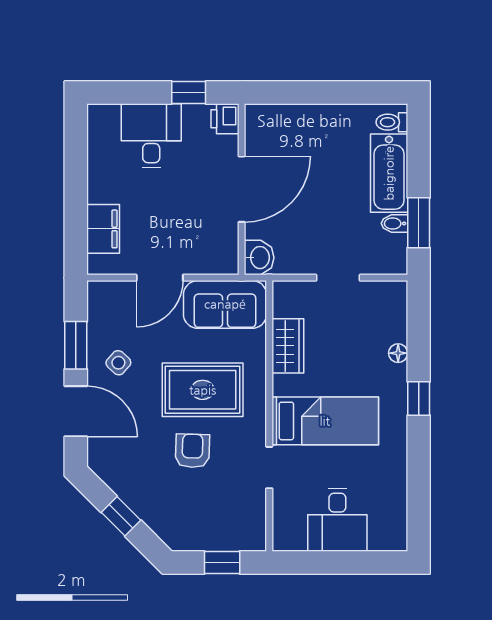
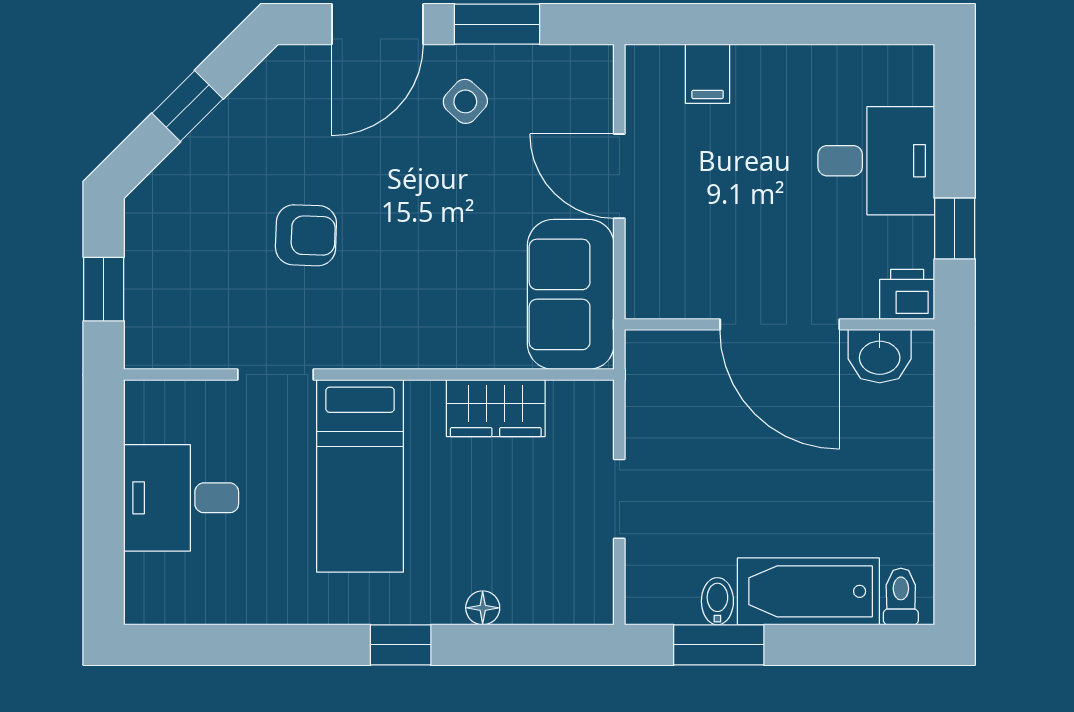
filing cabinet: (103, 229) -> (708, 74), width x0.50
washbasin: (259, 258) -> (880, 356), moved
rug: (203, 390) -> (416, 254), removed

